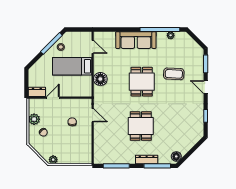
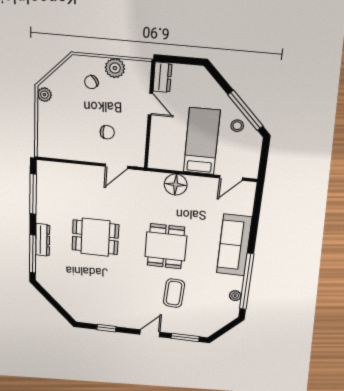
dining table: (142, 82) -> (166, 246), turned 90
floor lamp: (176, 156) -> (47, 282), removed

